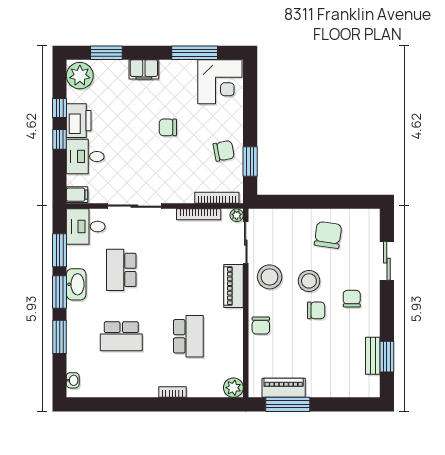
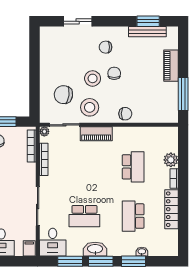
chair: (328, 235) -> (63, 95), moved
school desk: (121, 336) -> (133, 216), turned 180
school desk: (188, 336) -> (133, 167), turned 90
bench: (373, 356) -> (147, 32), width x1.36
washbasin: (73, 380) -> (142, 252), moved
plant: (233, 388) -> (171, 160), moved
piano: (284, 388) -> (171, 66), moved
locker: (131, 389) -> (171, 209), added

